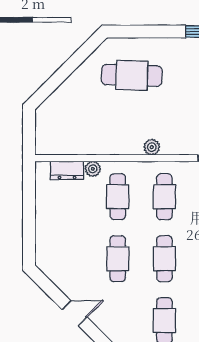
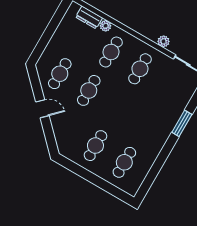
plant: (152, 147) -> (164, 41), moved
cafe table: (164, 259) -> (60, 74), moved

